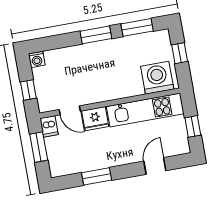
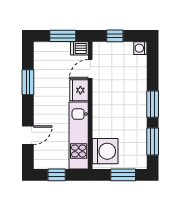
window: (180, 53) -> (123, 175), width x1.50
door: (155, 166) -> (28, 135), hinge flipped

